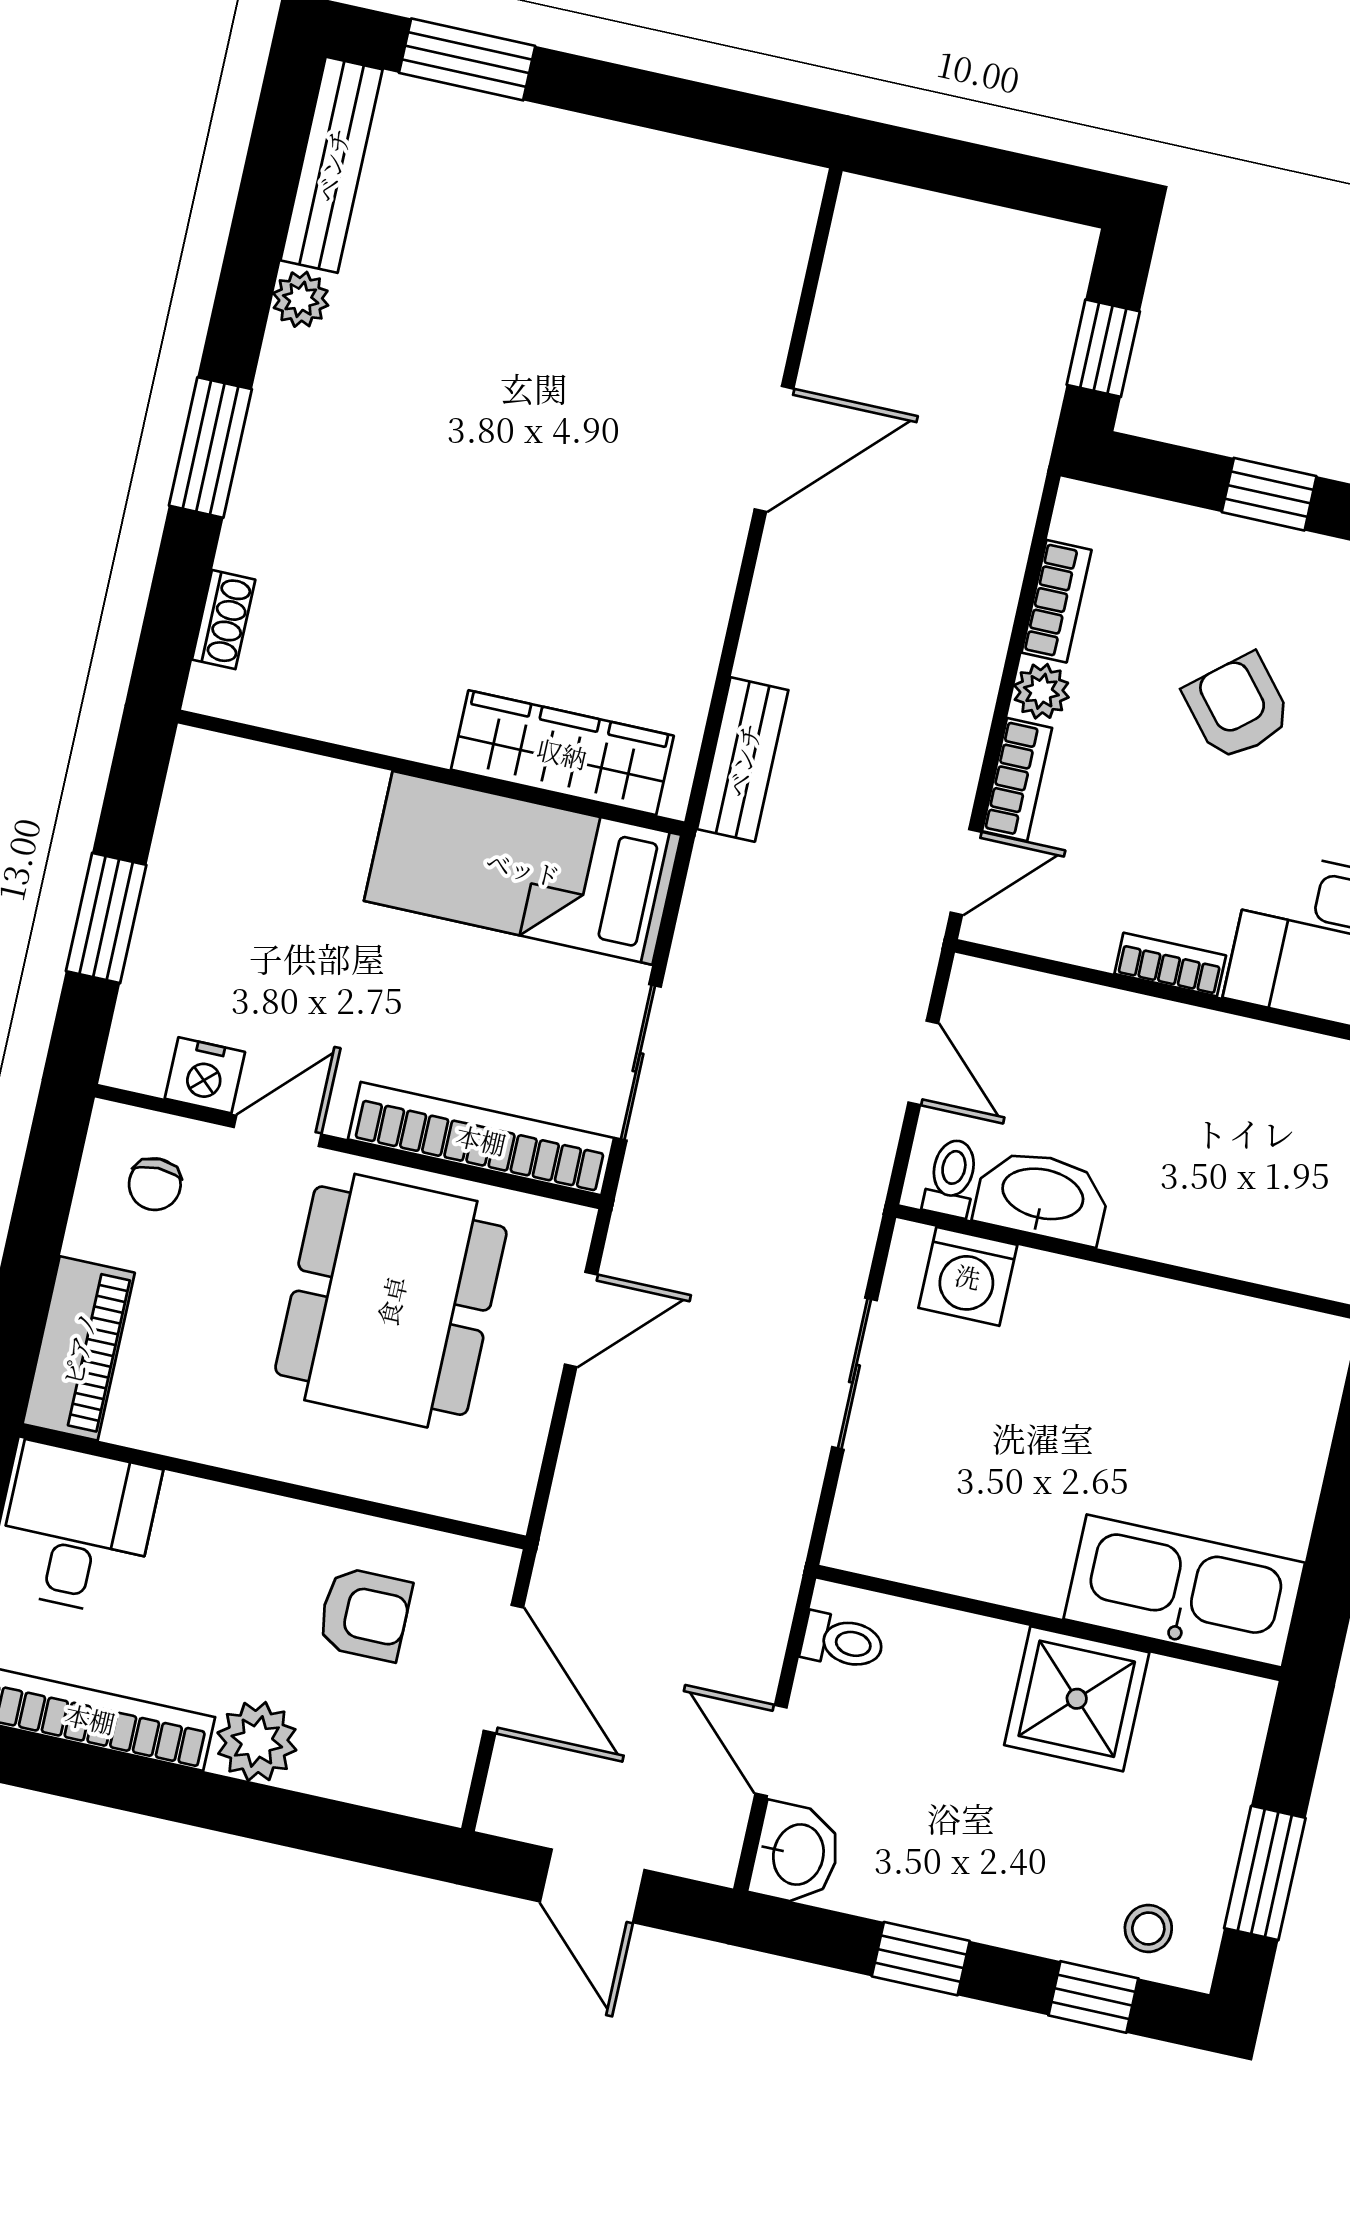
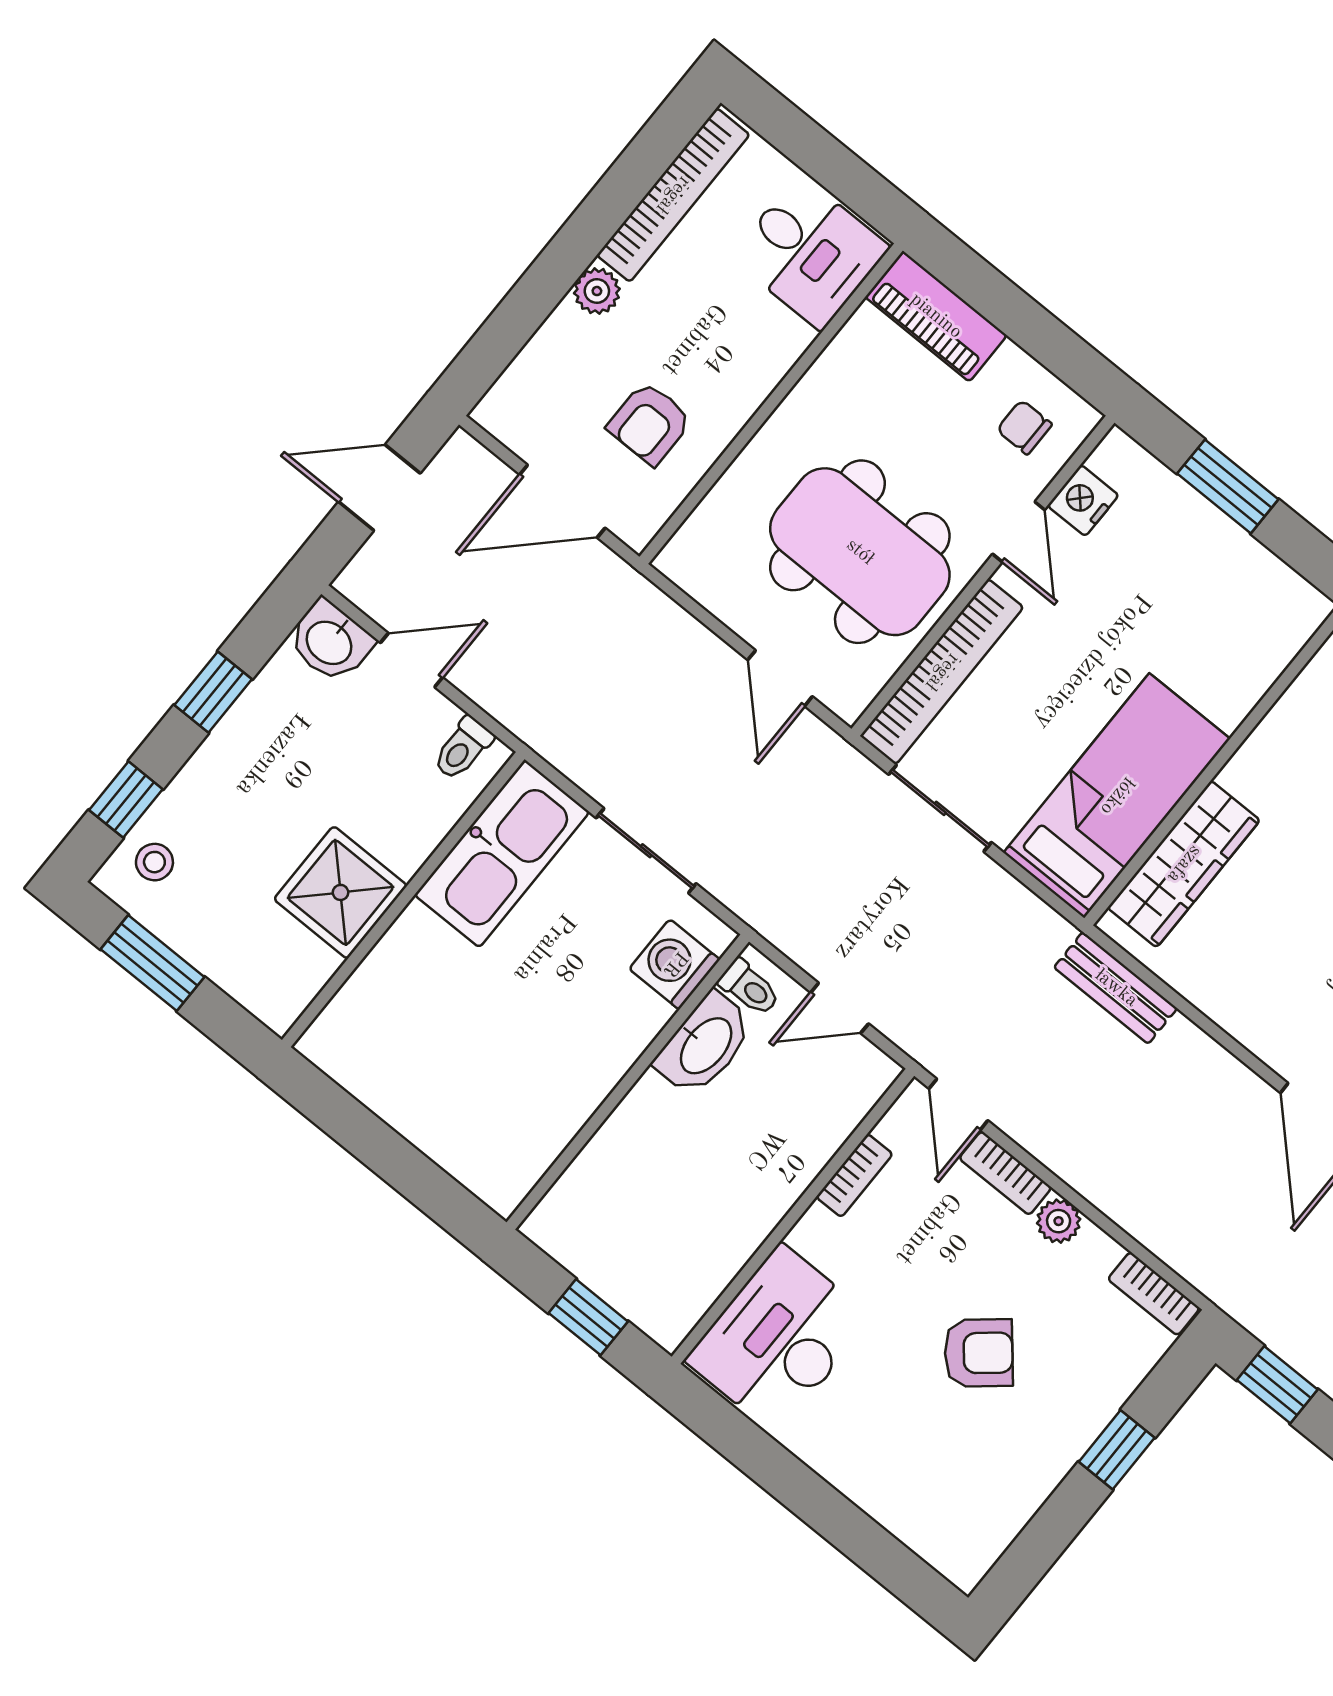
bookcase: (1056, 601) -> (1154, 1294), moved
bookcase: (1170, 965) -> (854, 1175), moved
kitchen sink: (1184, 1591) -> (502, 853), moved
plant: (257, 1741) -> (597, 291), width x0.73, depth x0.73

